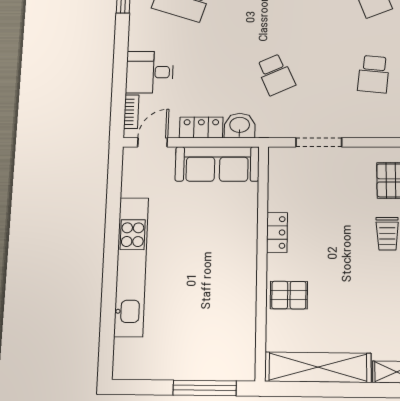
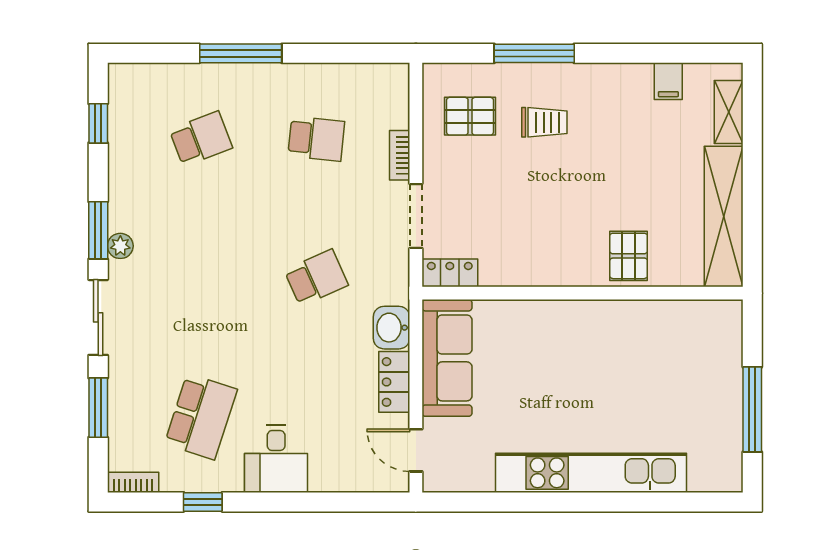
desk: (150, 72) -> (276, 459), moved
bookcase: (131, 112) -> (400, 155), moved, turned -90
locker: (277, 232) -> (450, 273), moved
window: (205, 388) -> (752, 409), moved

